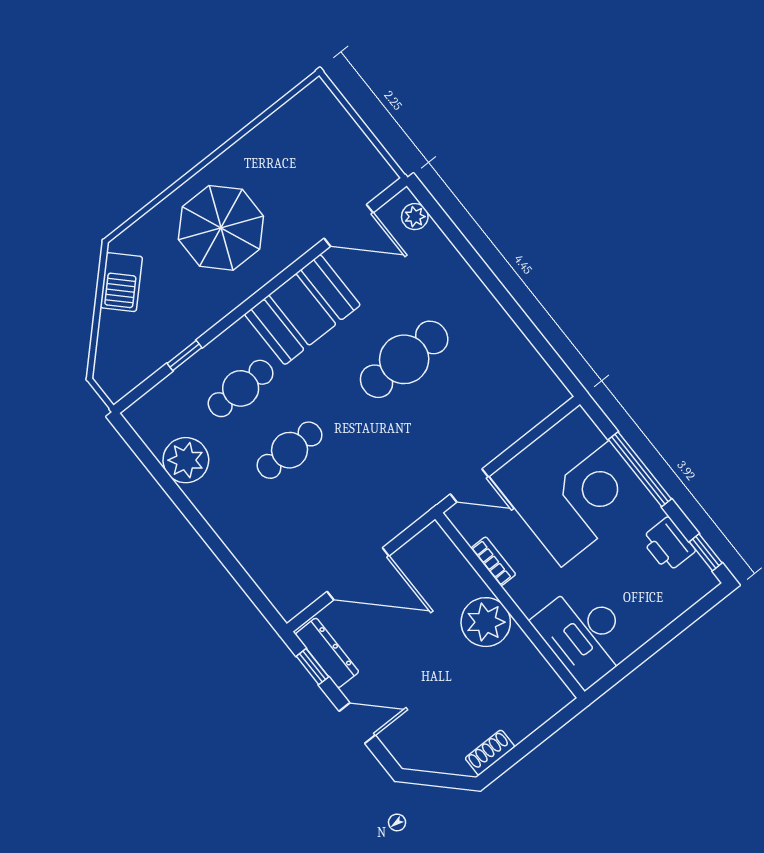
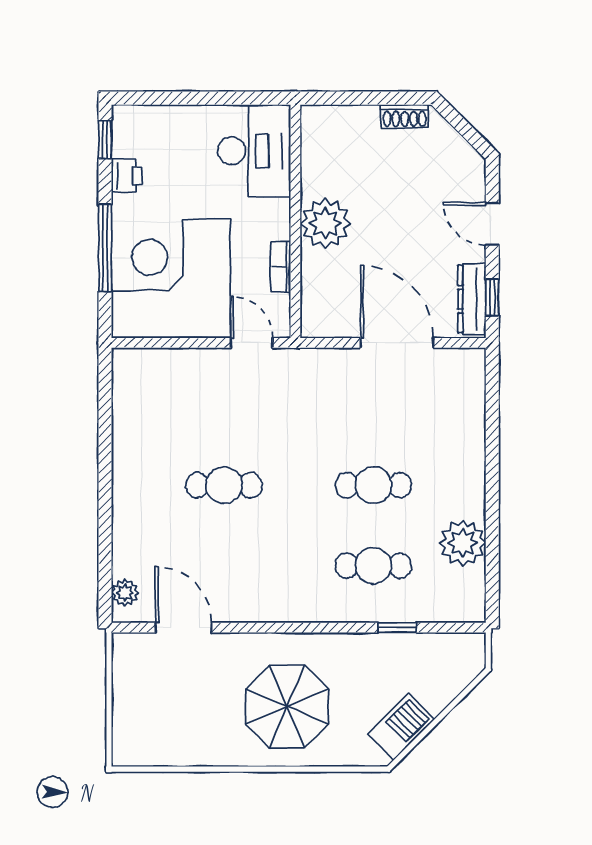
booth: (302, 310) -> (274, 589), removed
cafe table: (404, 359) -> (224, 485), width x0.73, depth x0.74
printer: (668, 545) -> (127, 176), width x0.73, depth x0.81

